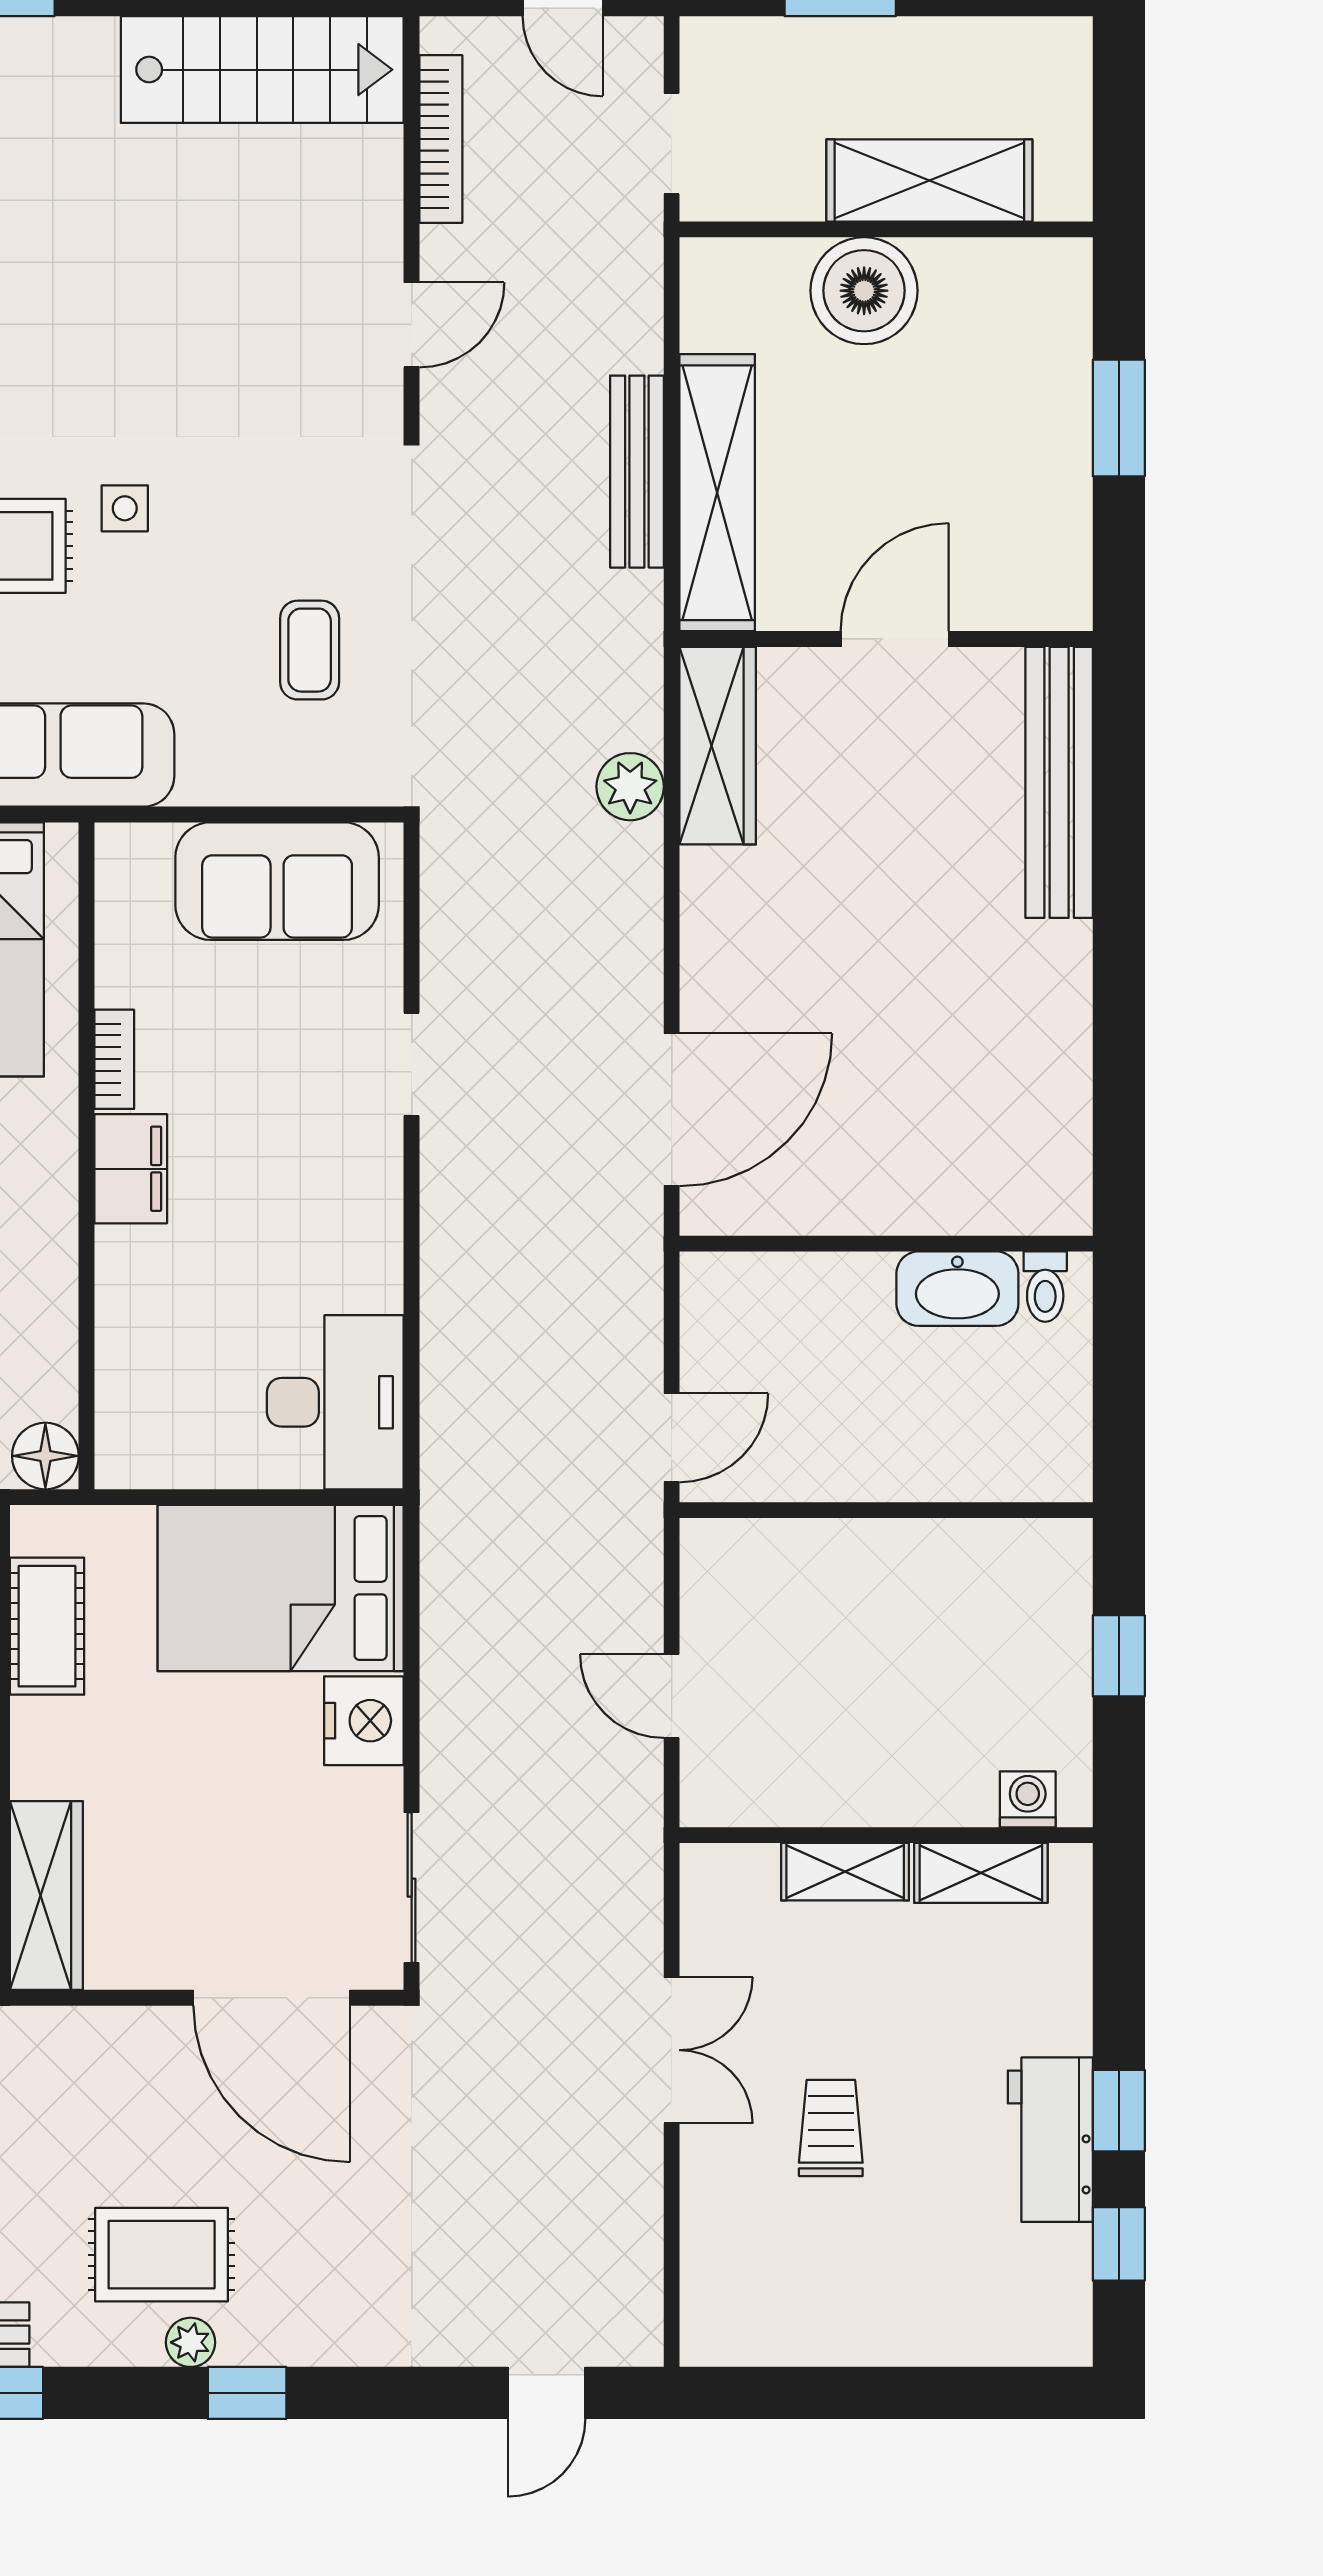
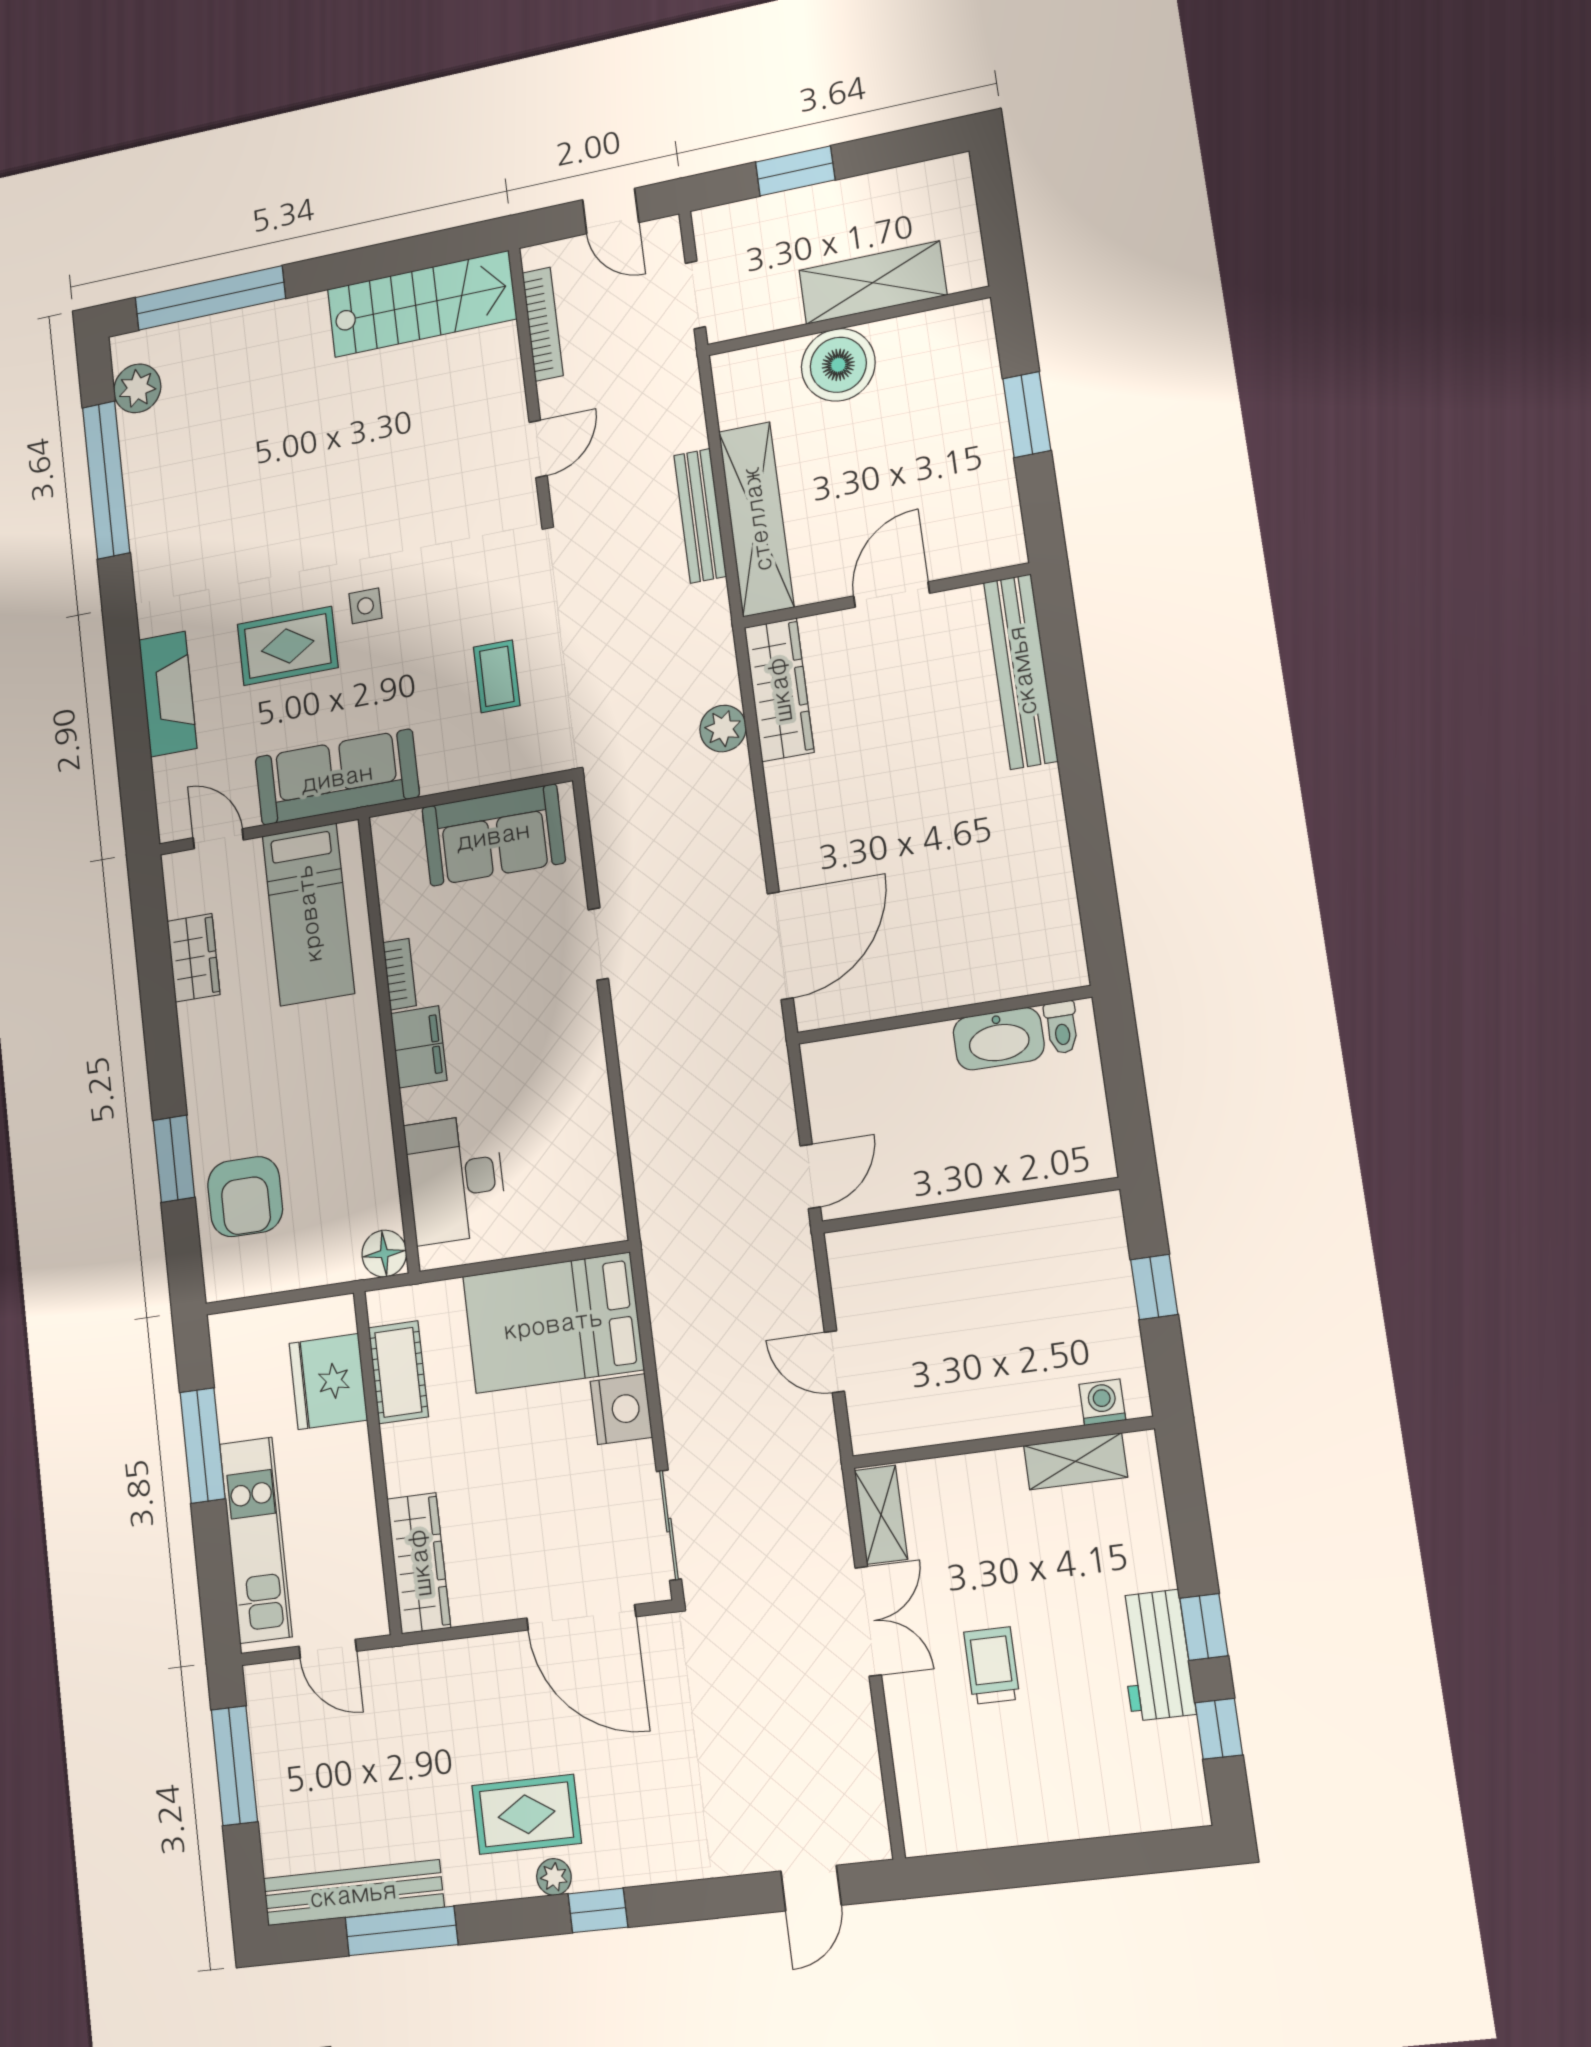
desk: (335, 1402) -> (455, 1179), moved, turned 180
shelving: (845, 1872) -> (881, 1515), moved, turned 90

